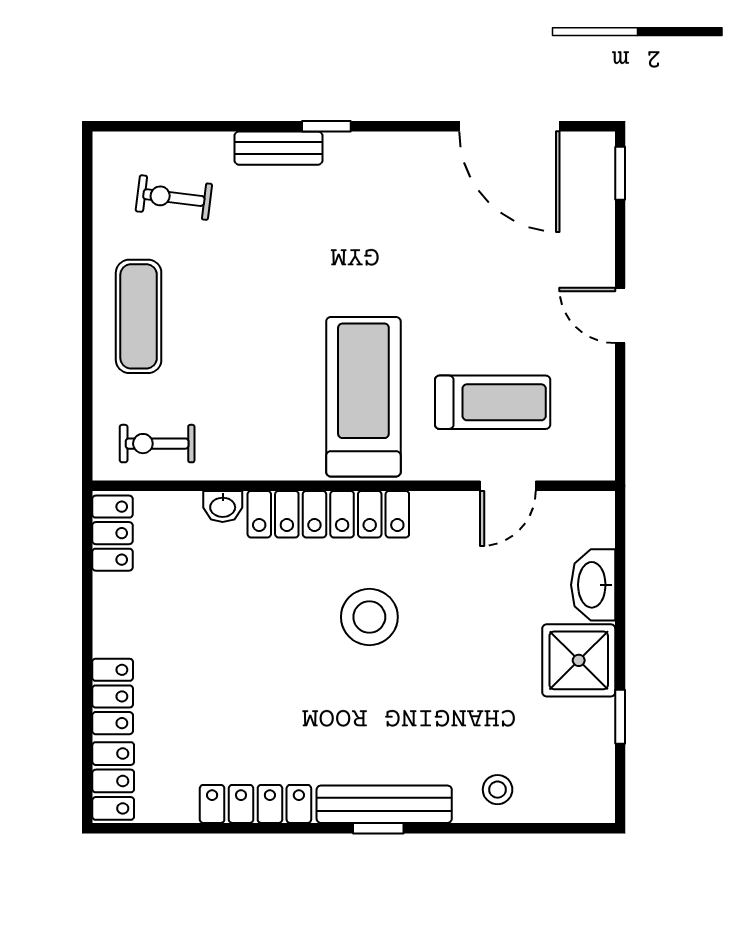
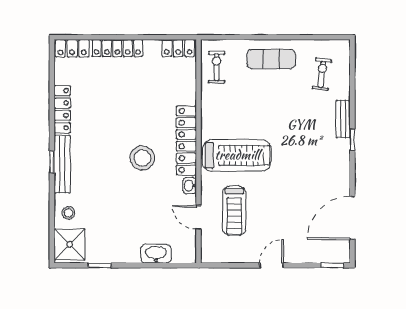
washbasin: (223, 506) -> (190, 186), moved
shower: (579, 660) -> (70, 244), moved
locker: (113, 696) -> (117, 48), width x1.53

